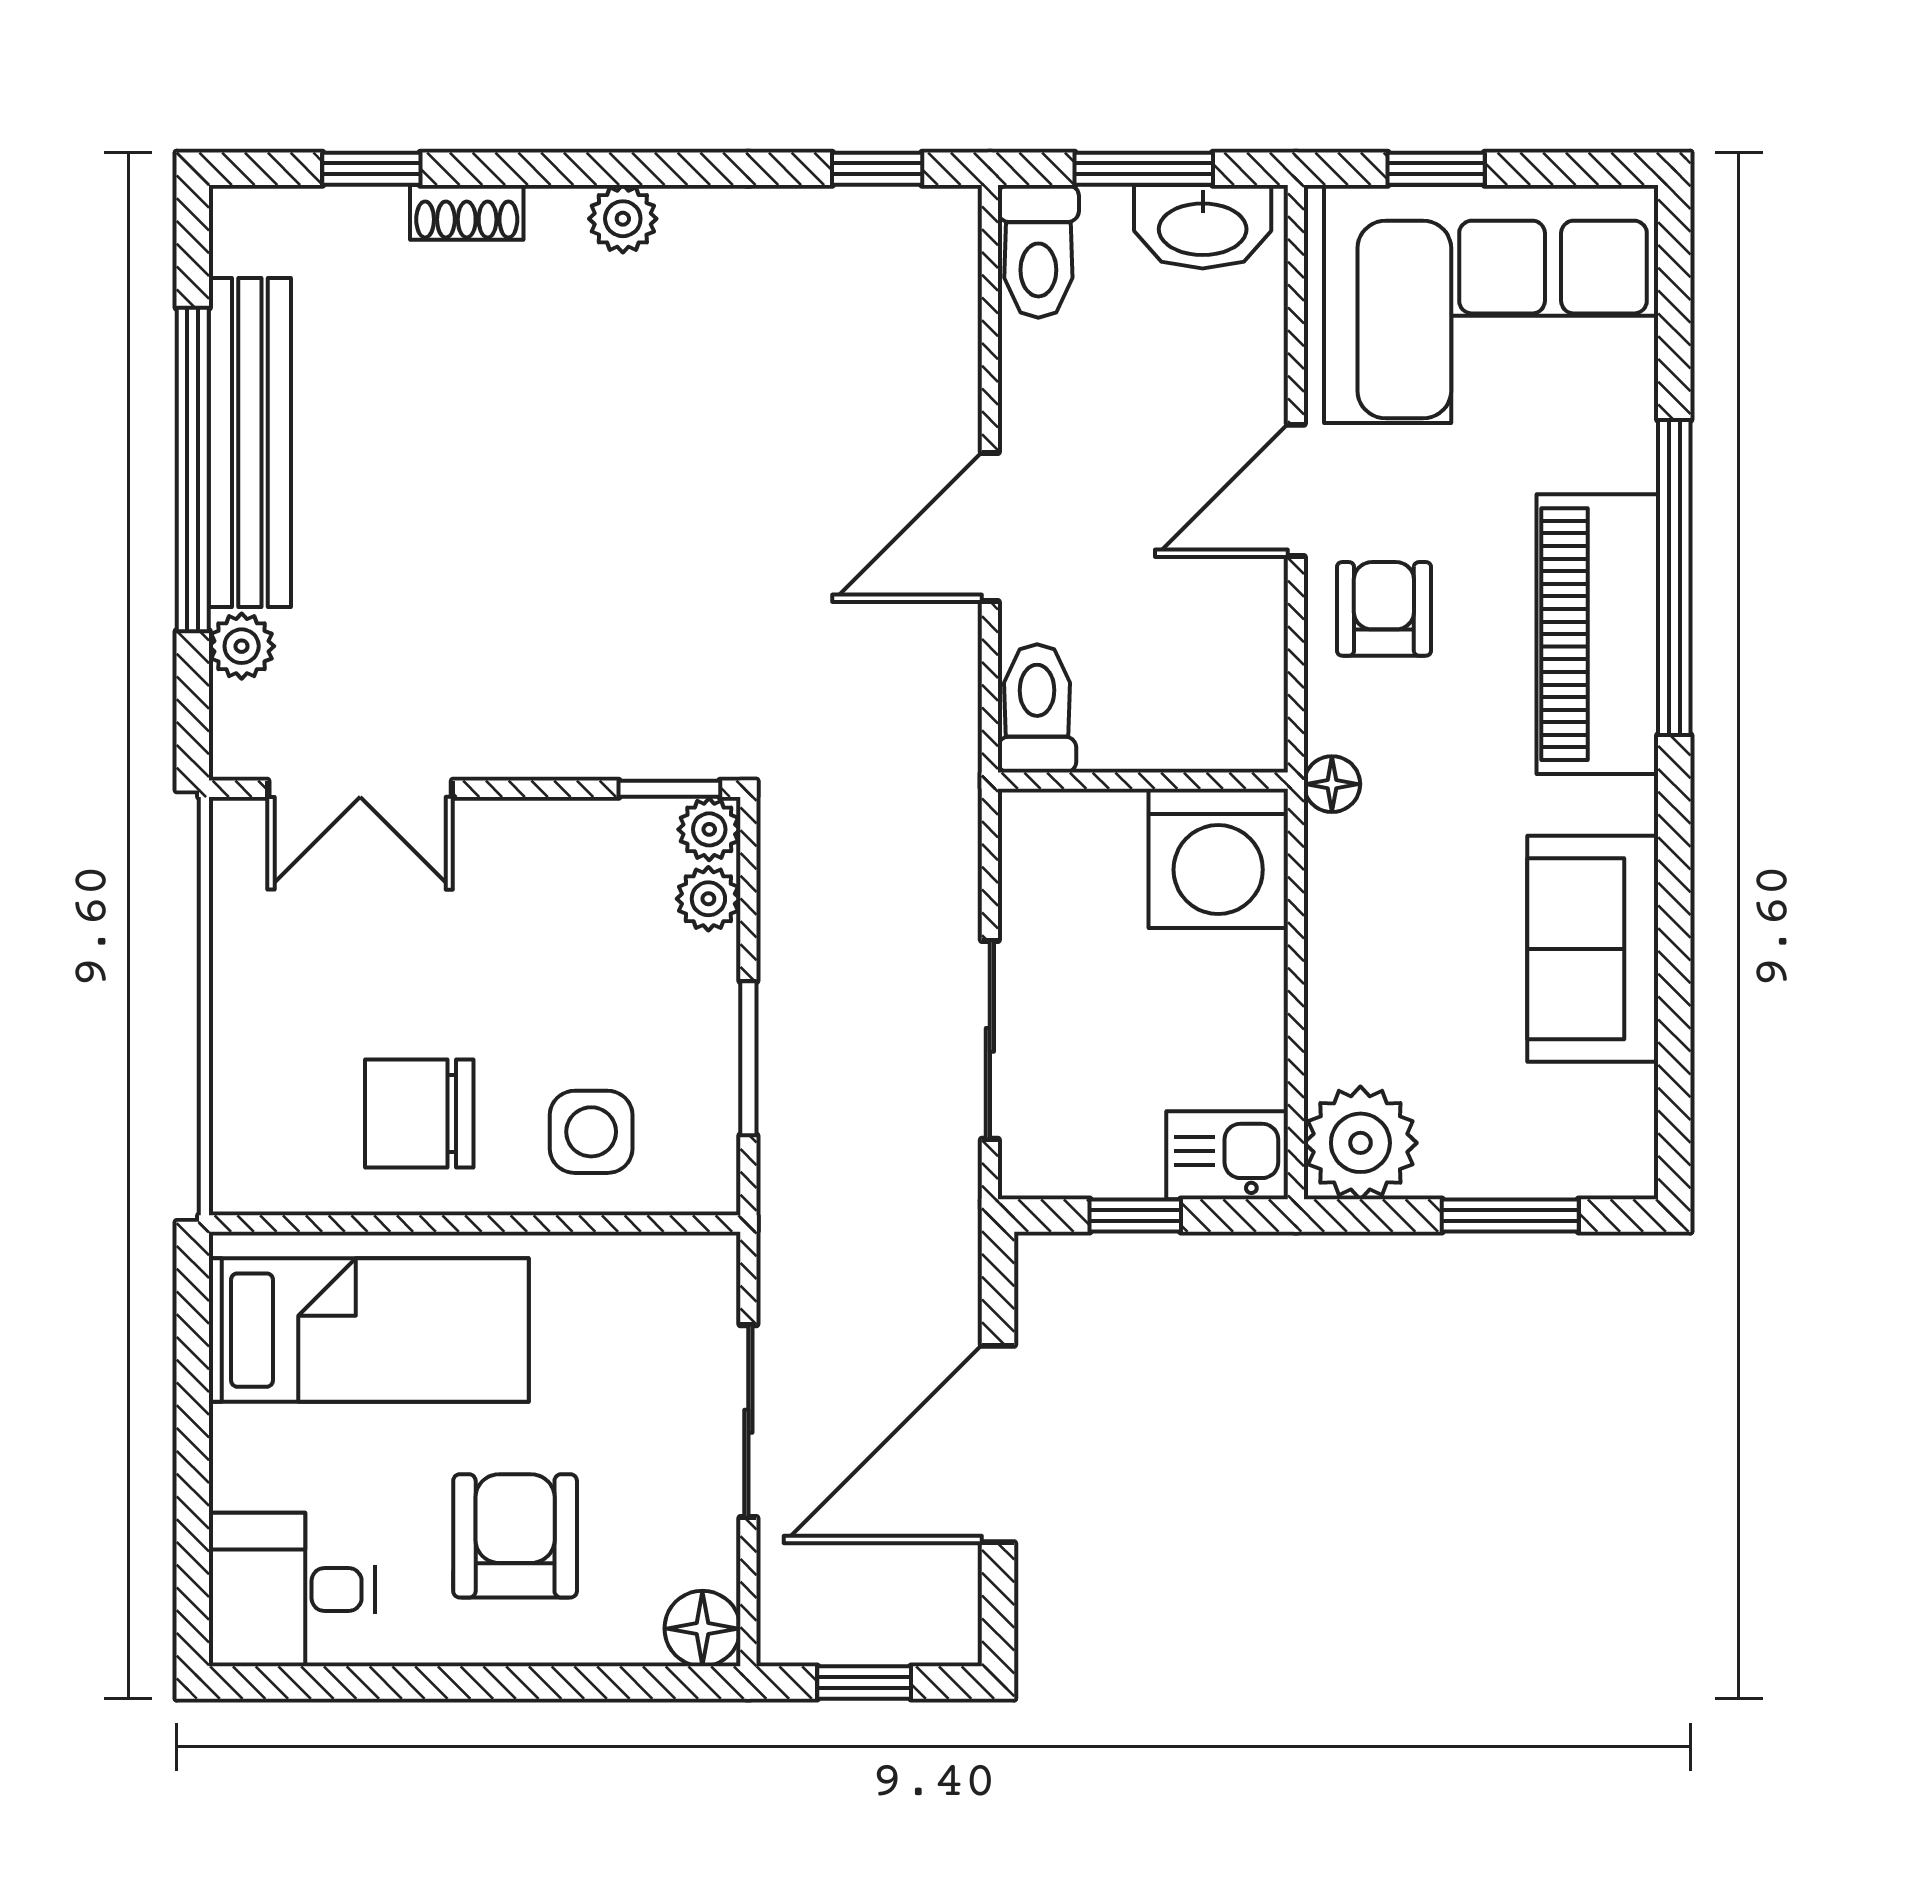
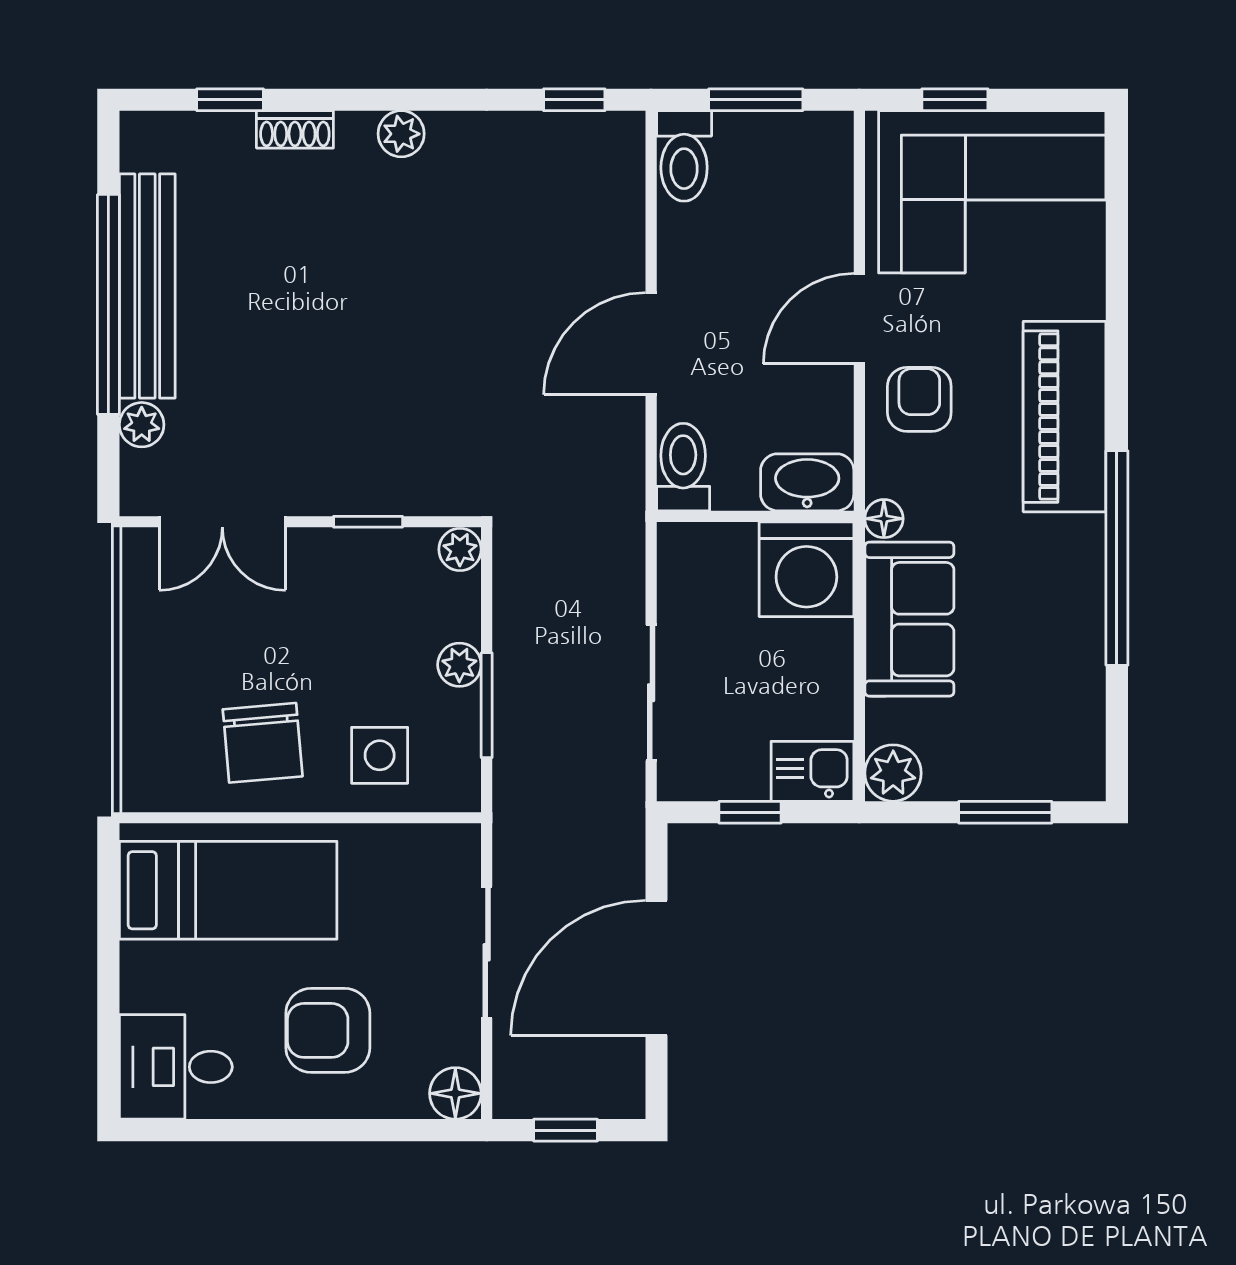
washbasin: (1203, 227) -> (807, 482), moved, turned 180
window: (1674, 577) -> (1117, 558), moved
window: (669, 789) -> (368, 522), moved
plant: (708, 899) -> (459, 665), moved
sofa: (1593, 949) -> (909, 619), moved, turned 180
chair: (419, 1113) -> (263, 743), turned -95
plant: (1360, 1143) -> (893, 773), width x0.73, depth x0.73
armchair: (515, 1536) -> (328, 1030), turned -90

